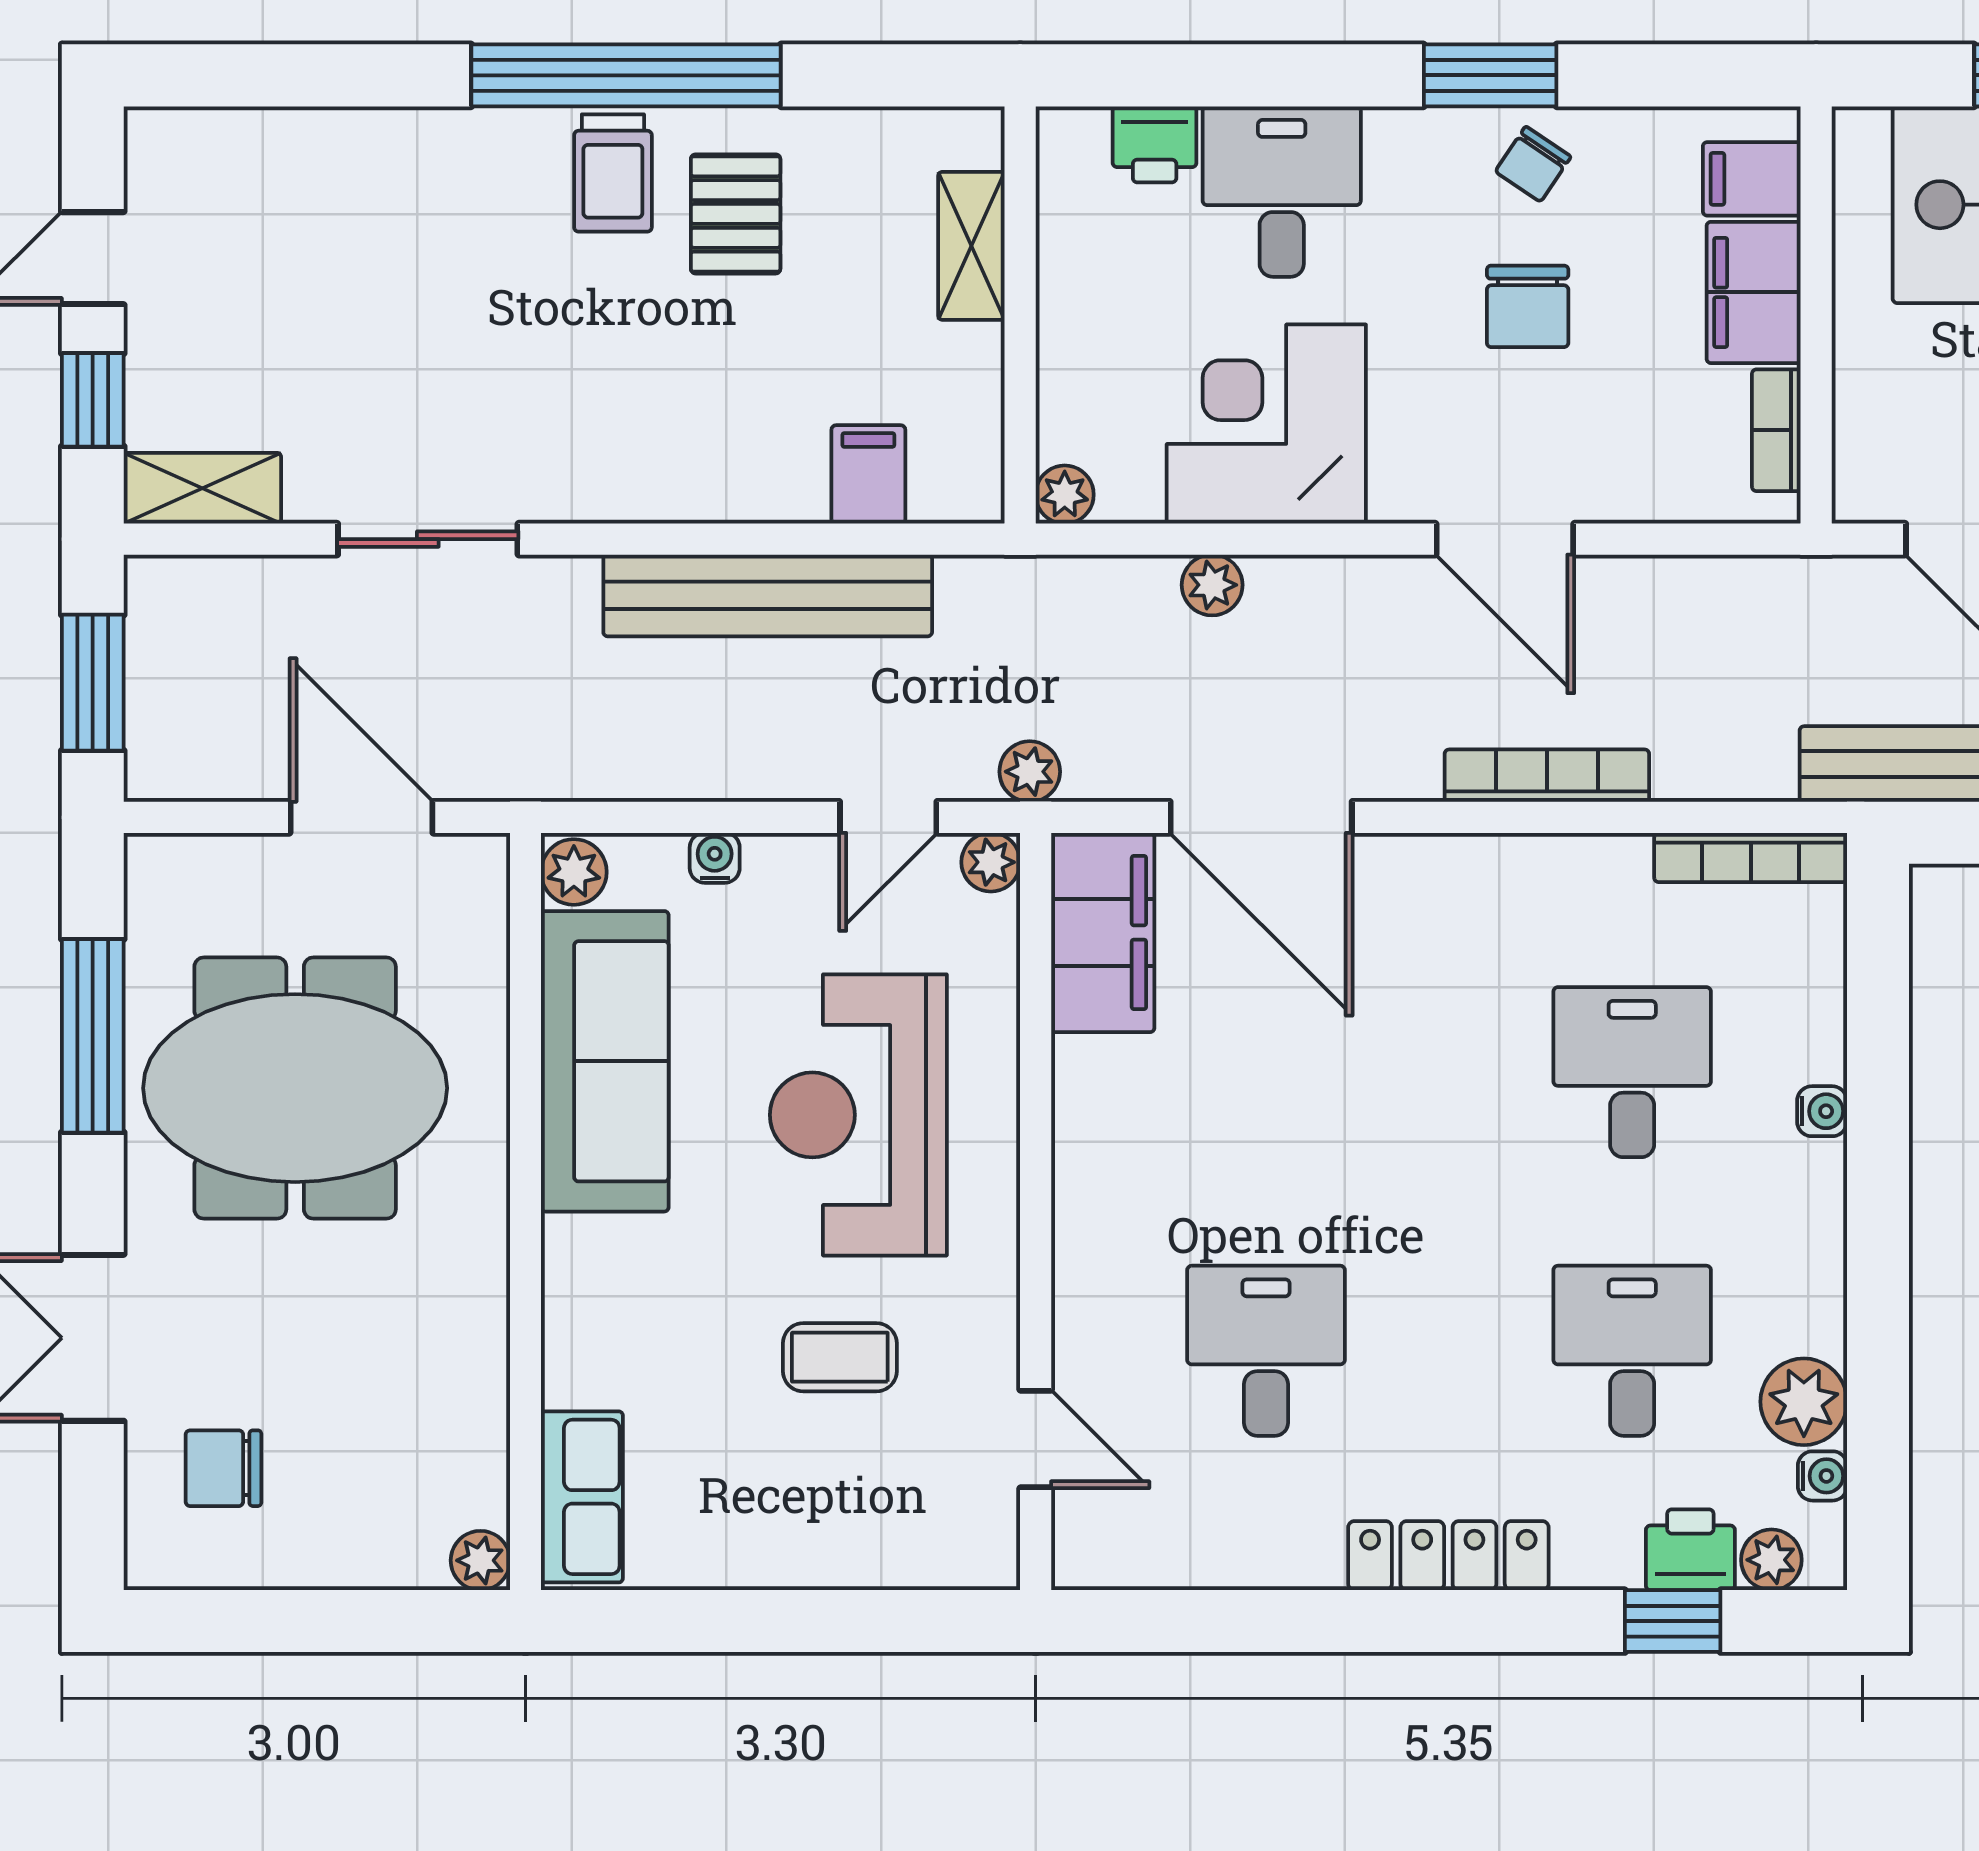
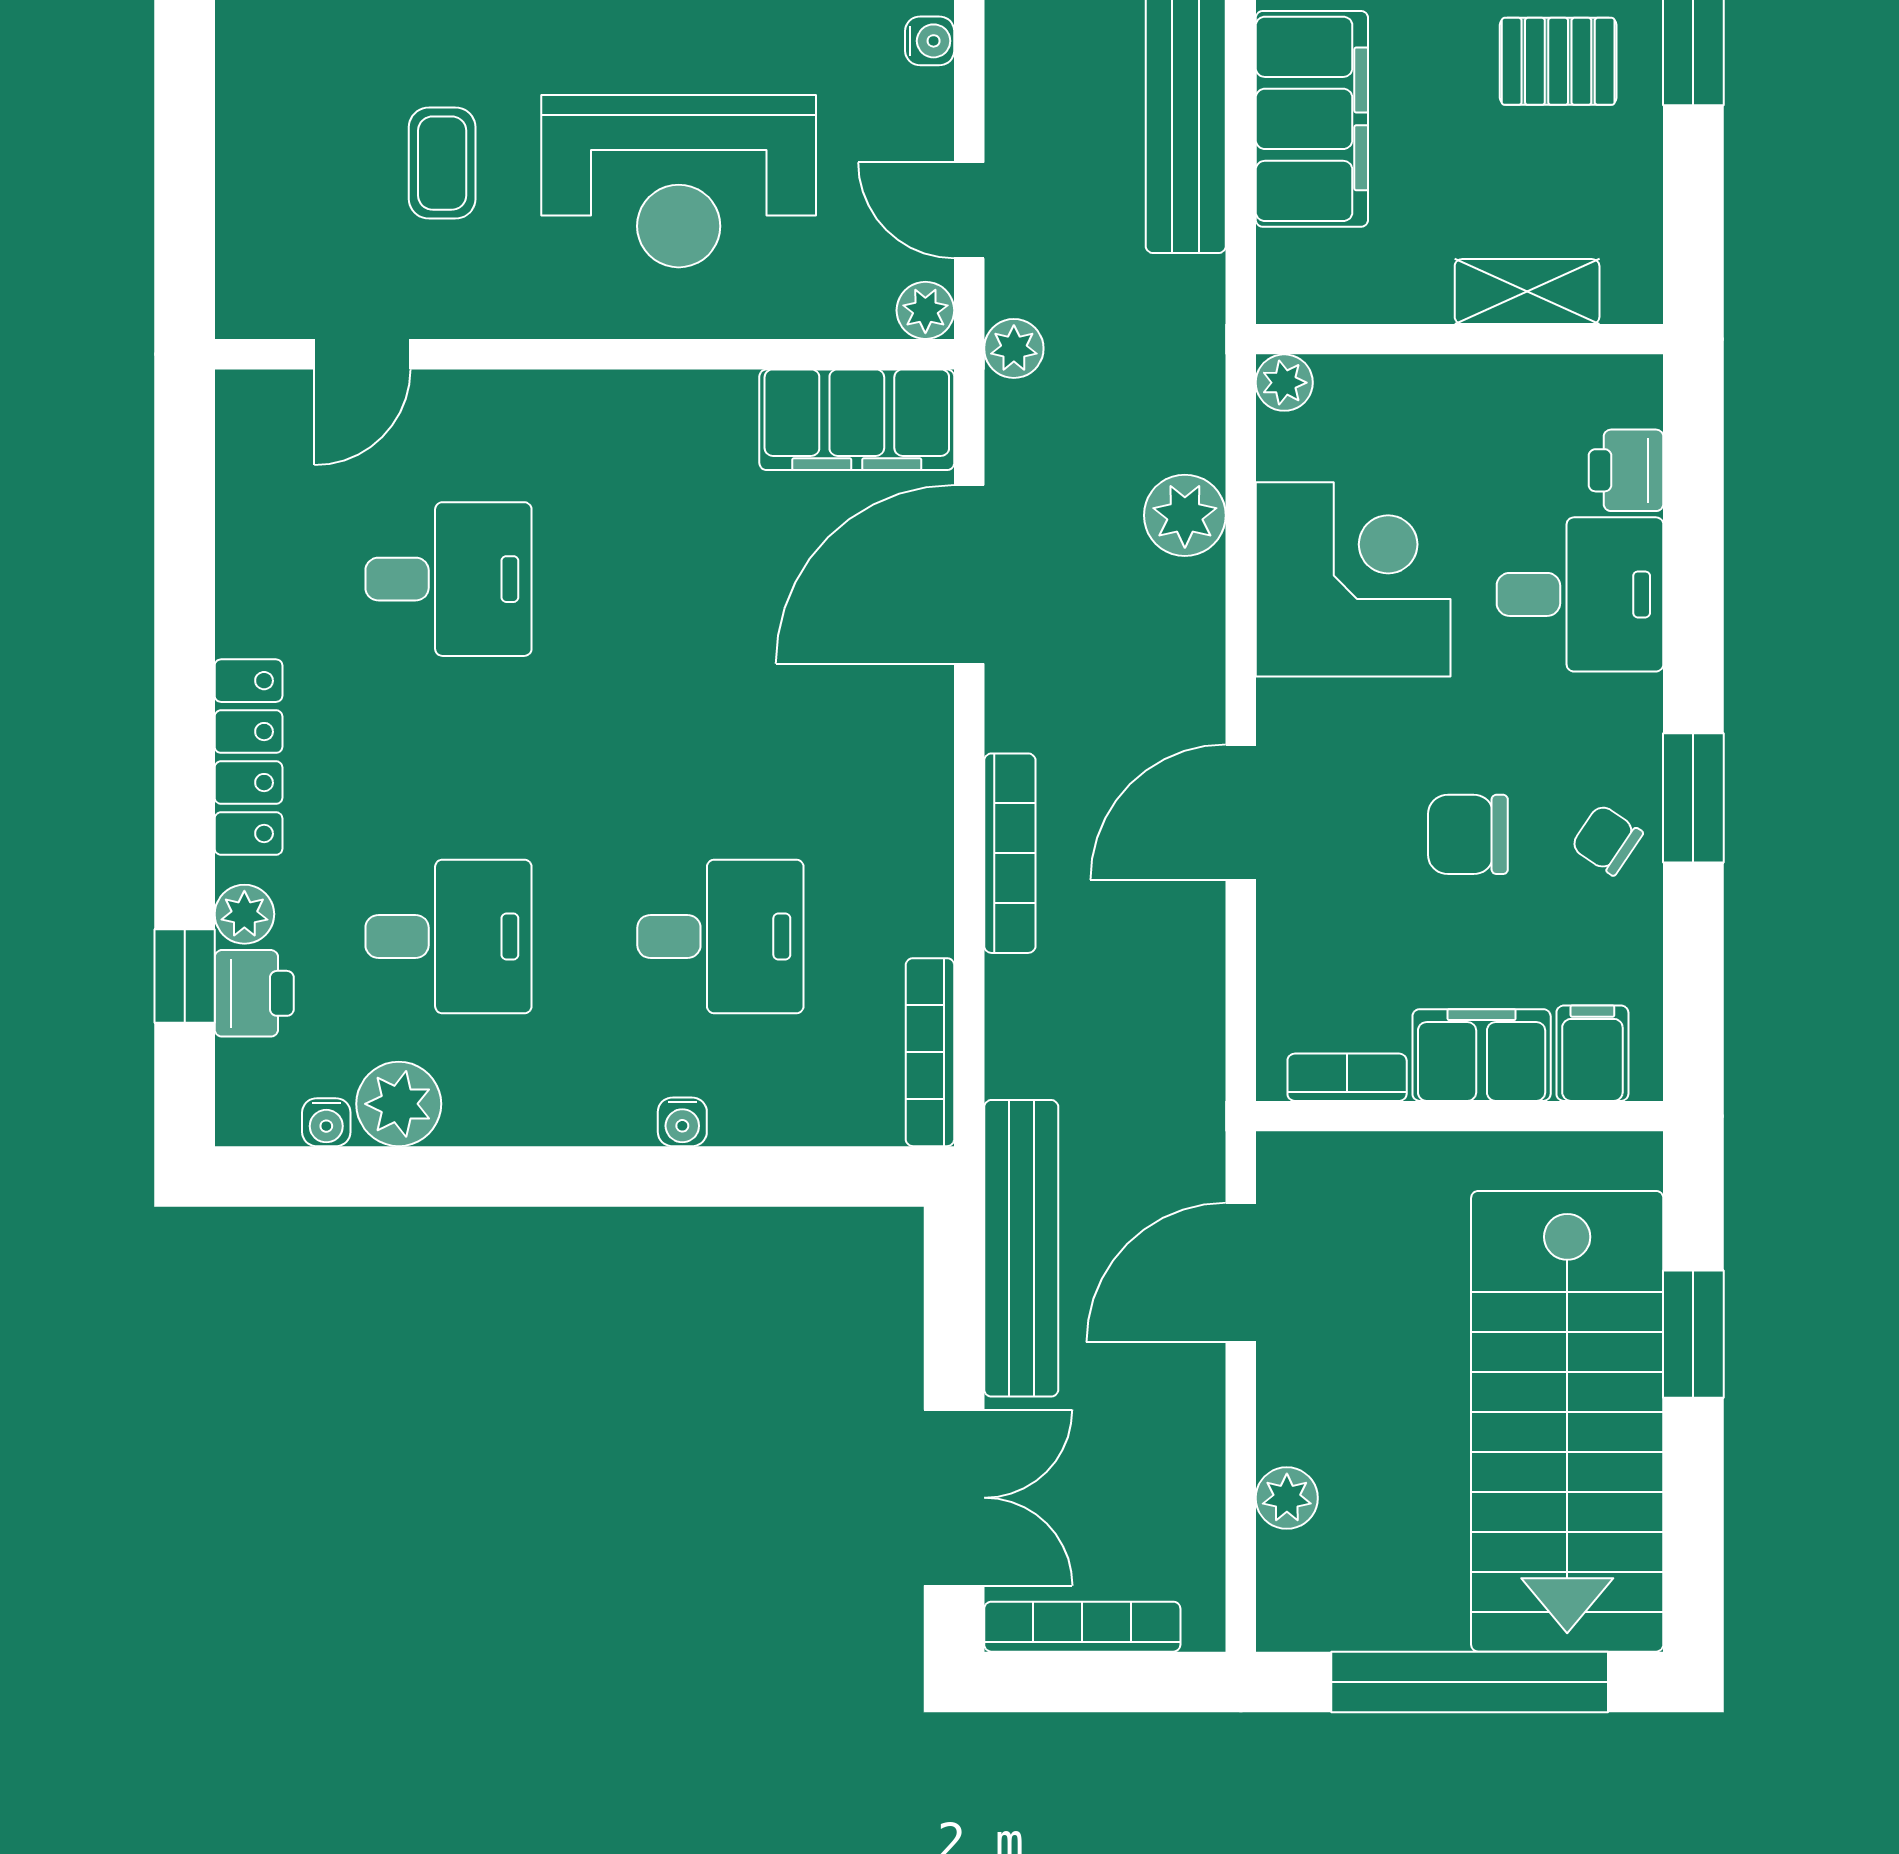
filing cabinet: (868, 474) -> (1312, 119), width x3.00, depth x1.17
plant: (1212, 585) -> (1185, 515), width x1.38, depth x1.38
reception desk: (858, 1115) -> (679, 181), turned 180
plant: (1771, 1560) -> (244, 914), moved

